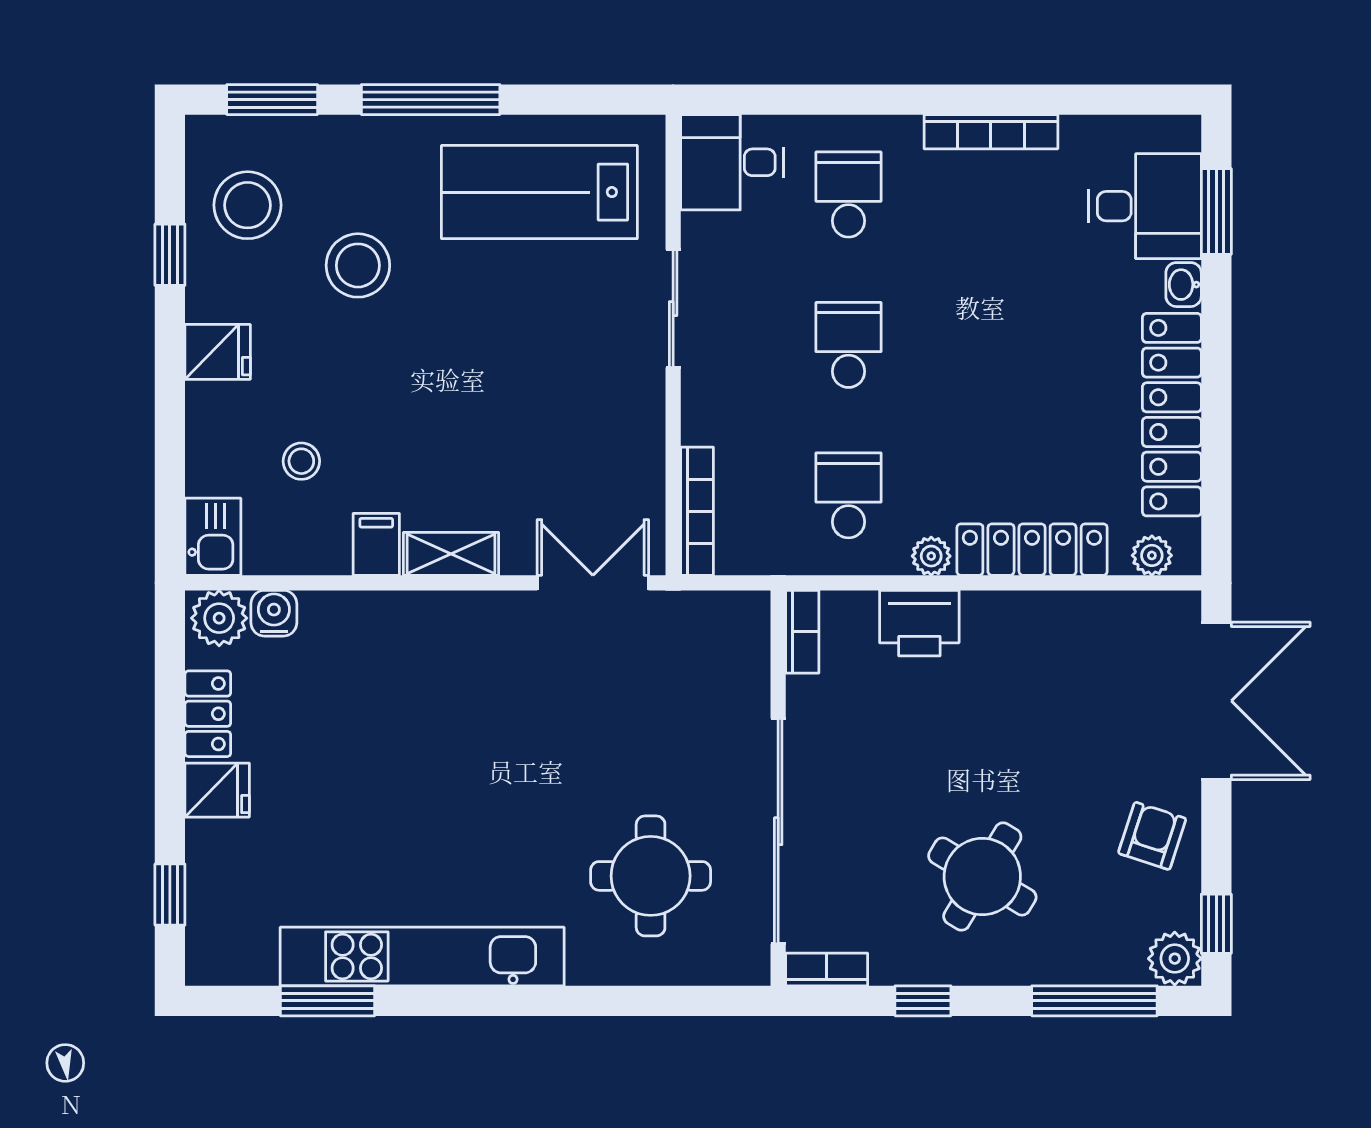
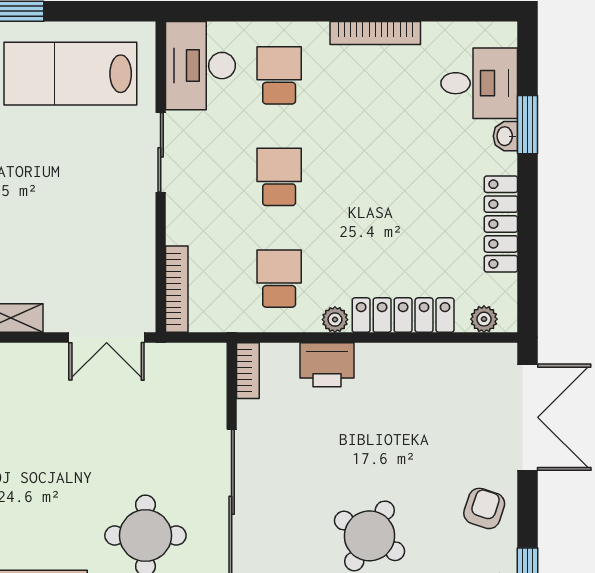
desk: (732, 162) -> (200, 66), width x1.37
window: (1216, 212) -> (528, 125), moved
locker: (1172, 415) -> (501, 224), width x0.71, depth x0.83
double door: (593, 583) -> (107, 338), swing flipped

